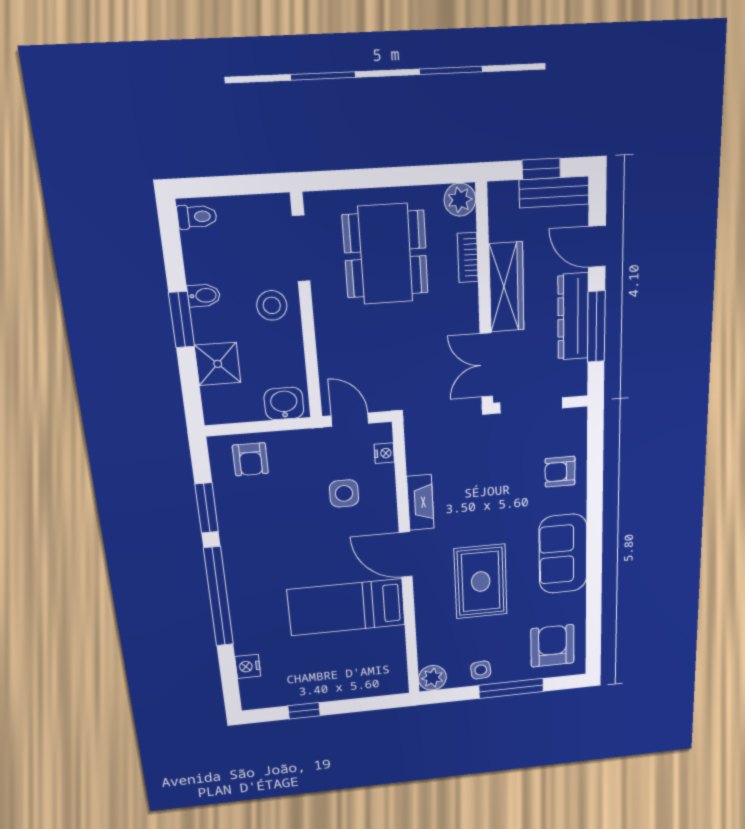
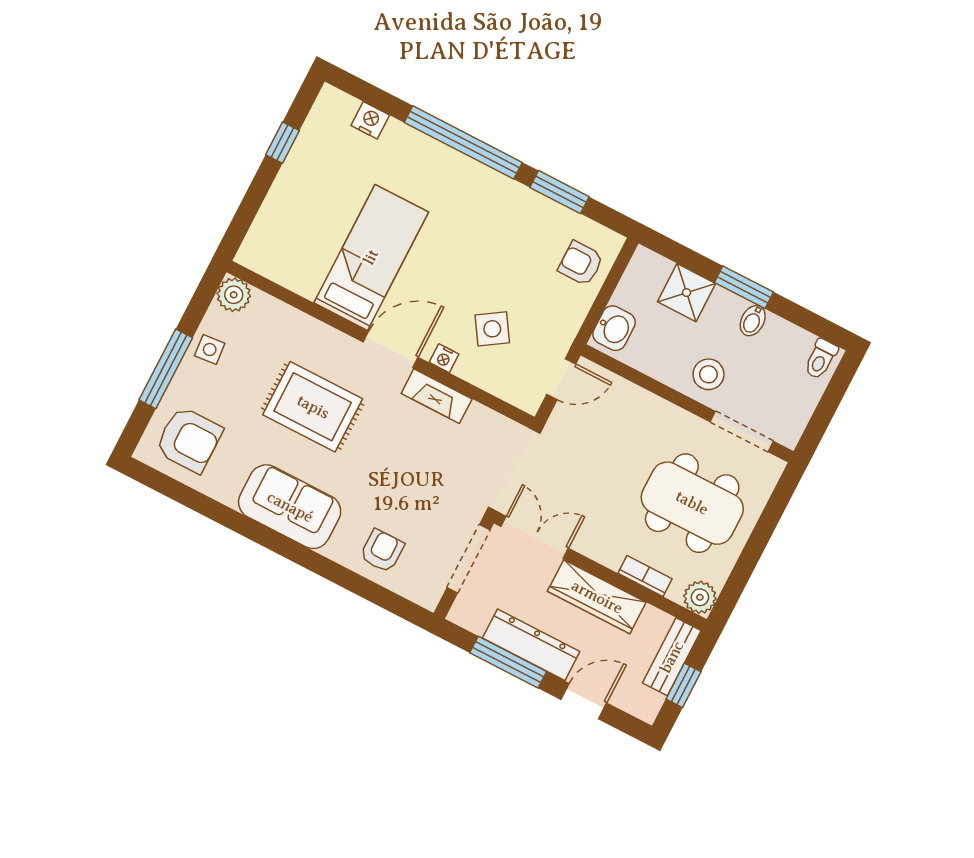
bench: (554, 192) -> (672, 657), moved
nightstand: (384, 453) -> (444, 358), moved
side table: (344, 493) -> (492, 329), turned -33

